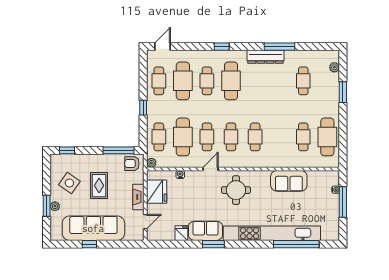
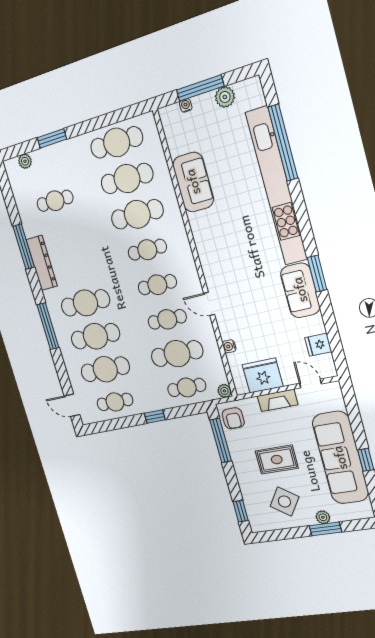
window: (222, 47) -> (48, 326), width x2.17
cafe table: (207, 81) -> (95, 336), width x1.37, depth x1.35
cafe table: (279, 137) -> (137, 214), added
cafe table: (303, 137) -> (127, 179), width x1.37, depth x1.35
round table: (236, 190) -> (228, 259), removed
plant: (333, 216) -> (225, 97), added
fridge: (181, 233) -> (318, 345), moved

